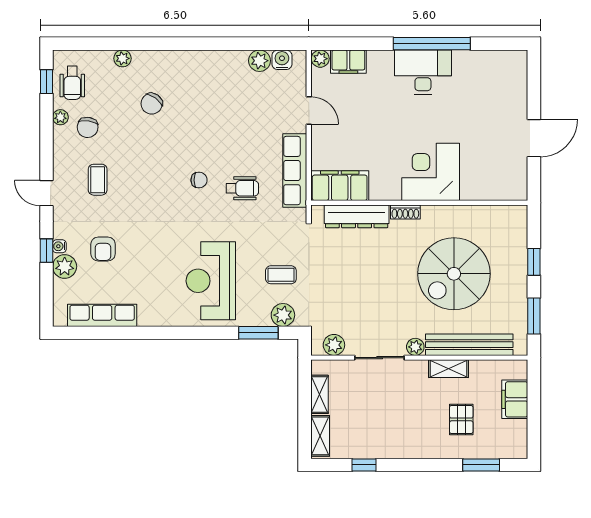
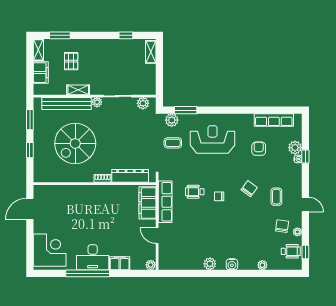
water cooler: (282, 60) -> (232, 264), moved
plant: (260, 61) -> (210, 264), moved
filing cabinet: (348, 62) -> (120, 263), moved
wheelchair: (72, 83) -> (291, 251), turned 90
chair: (152, 104) -> (249, 189), moved
door: (534, 138) -> (30, 209), moved
corner desk: (431, 172) -> (50, 250), moved, turned -90
filing cabinet: (340, 186) -> (148, 203), moved, turned 90
door: (47, 193) -> (305, 205), moved
armchair: (103, 249) -> (259, 149), moved
spiral stairs: (454, 274) -> (75, 143), turned 180
reception desk: (211, 281) -> (212, 139), turned -90
shelving: (320, 394) -> (38, 50), moved

